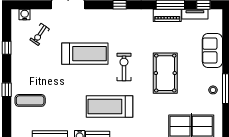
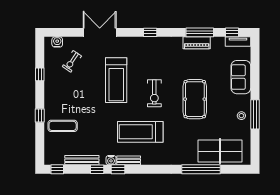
tv unit: (195, 14) -> (238, 42), moved
treadmill: (85, 54) -> (116, 80), turned 90
exercise bike: (124, 67) -> (154, 93), turned 180

